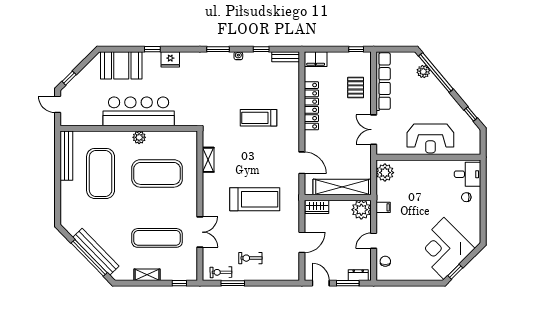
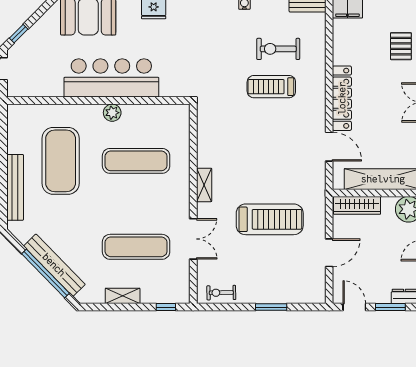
locker: (311, 106) -> (342, 98), moved
bench: (66, 156) -> (15, 187), moved
shelving: (208, 160) -> (204, 185), moved
exercise mat: (157, 173) -> (136, 161), width x0.68
treadmill: (255, 199) -> (270, 219), moved
wardrobe: (317, 207) -> (357, 205), width x1.50
exercise bike: (250, 258) -> (278, 49), moved, width x1.38, depth x1.39
window: (233, 283) -> (271, 307), moved

